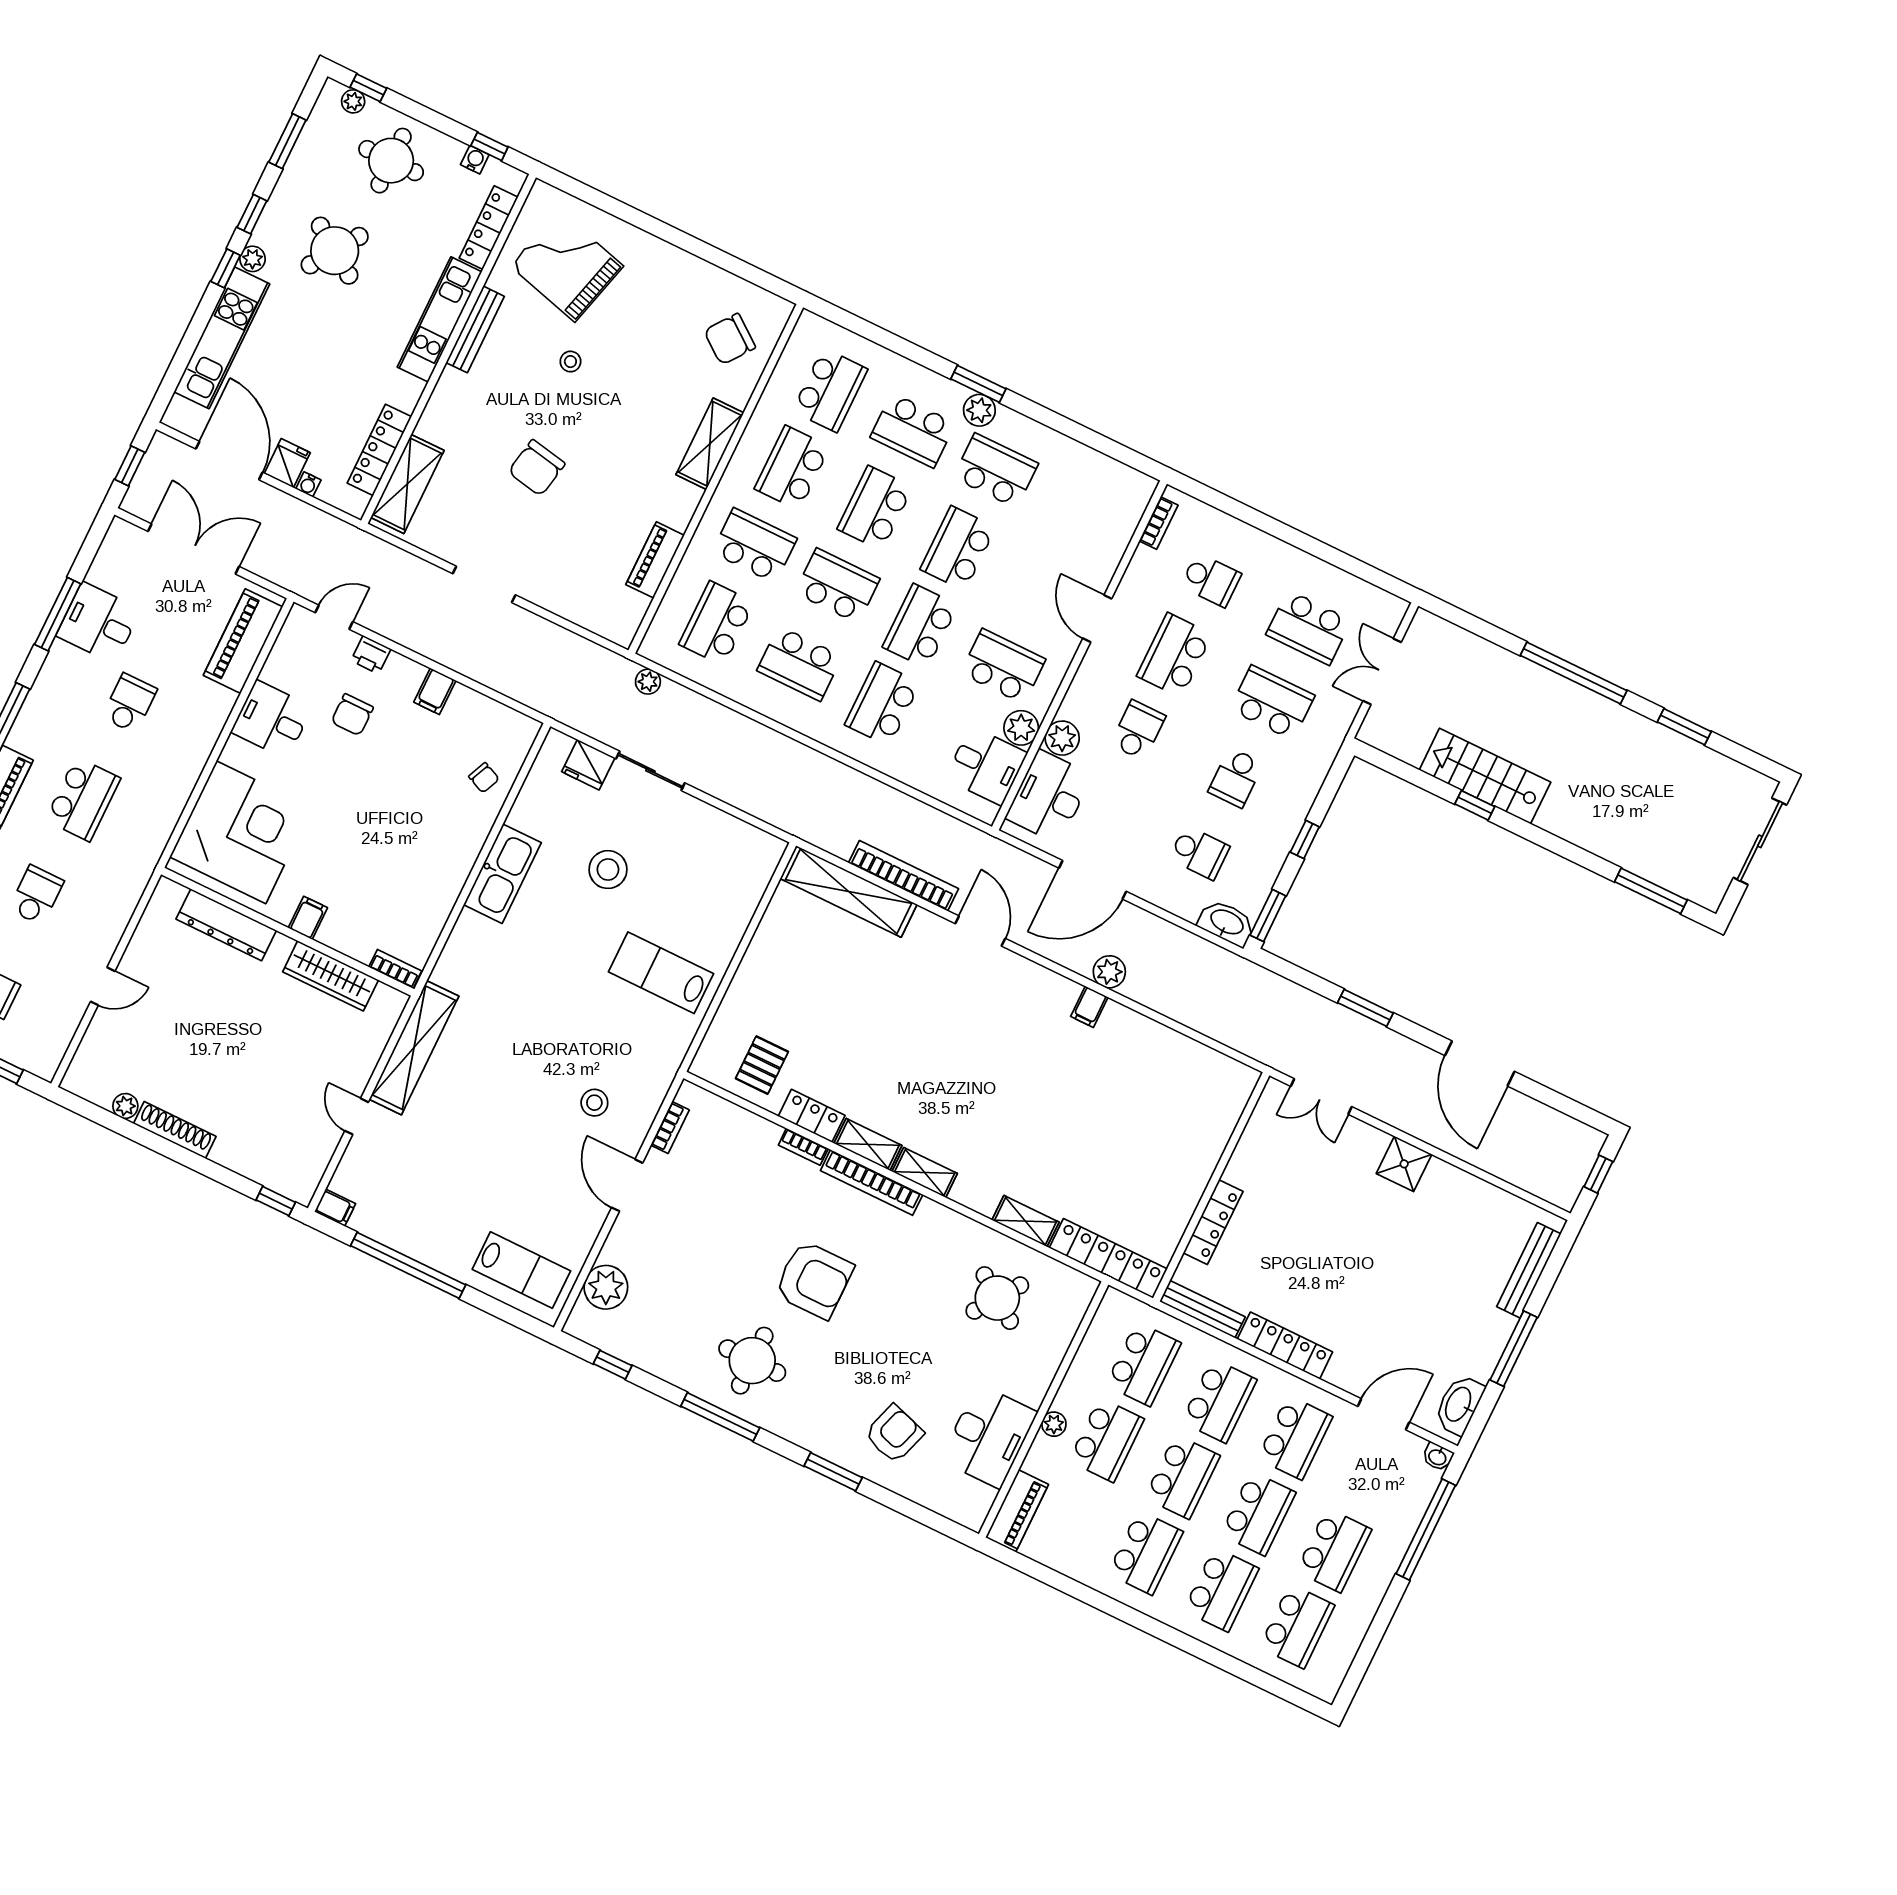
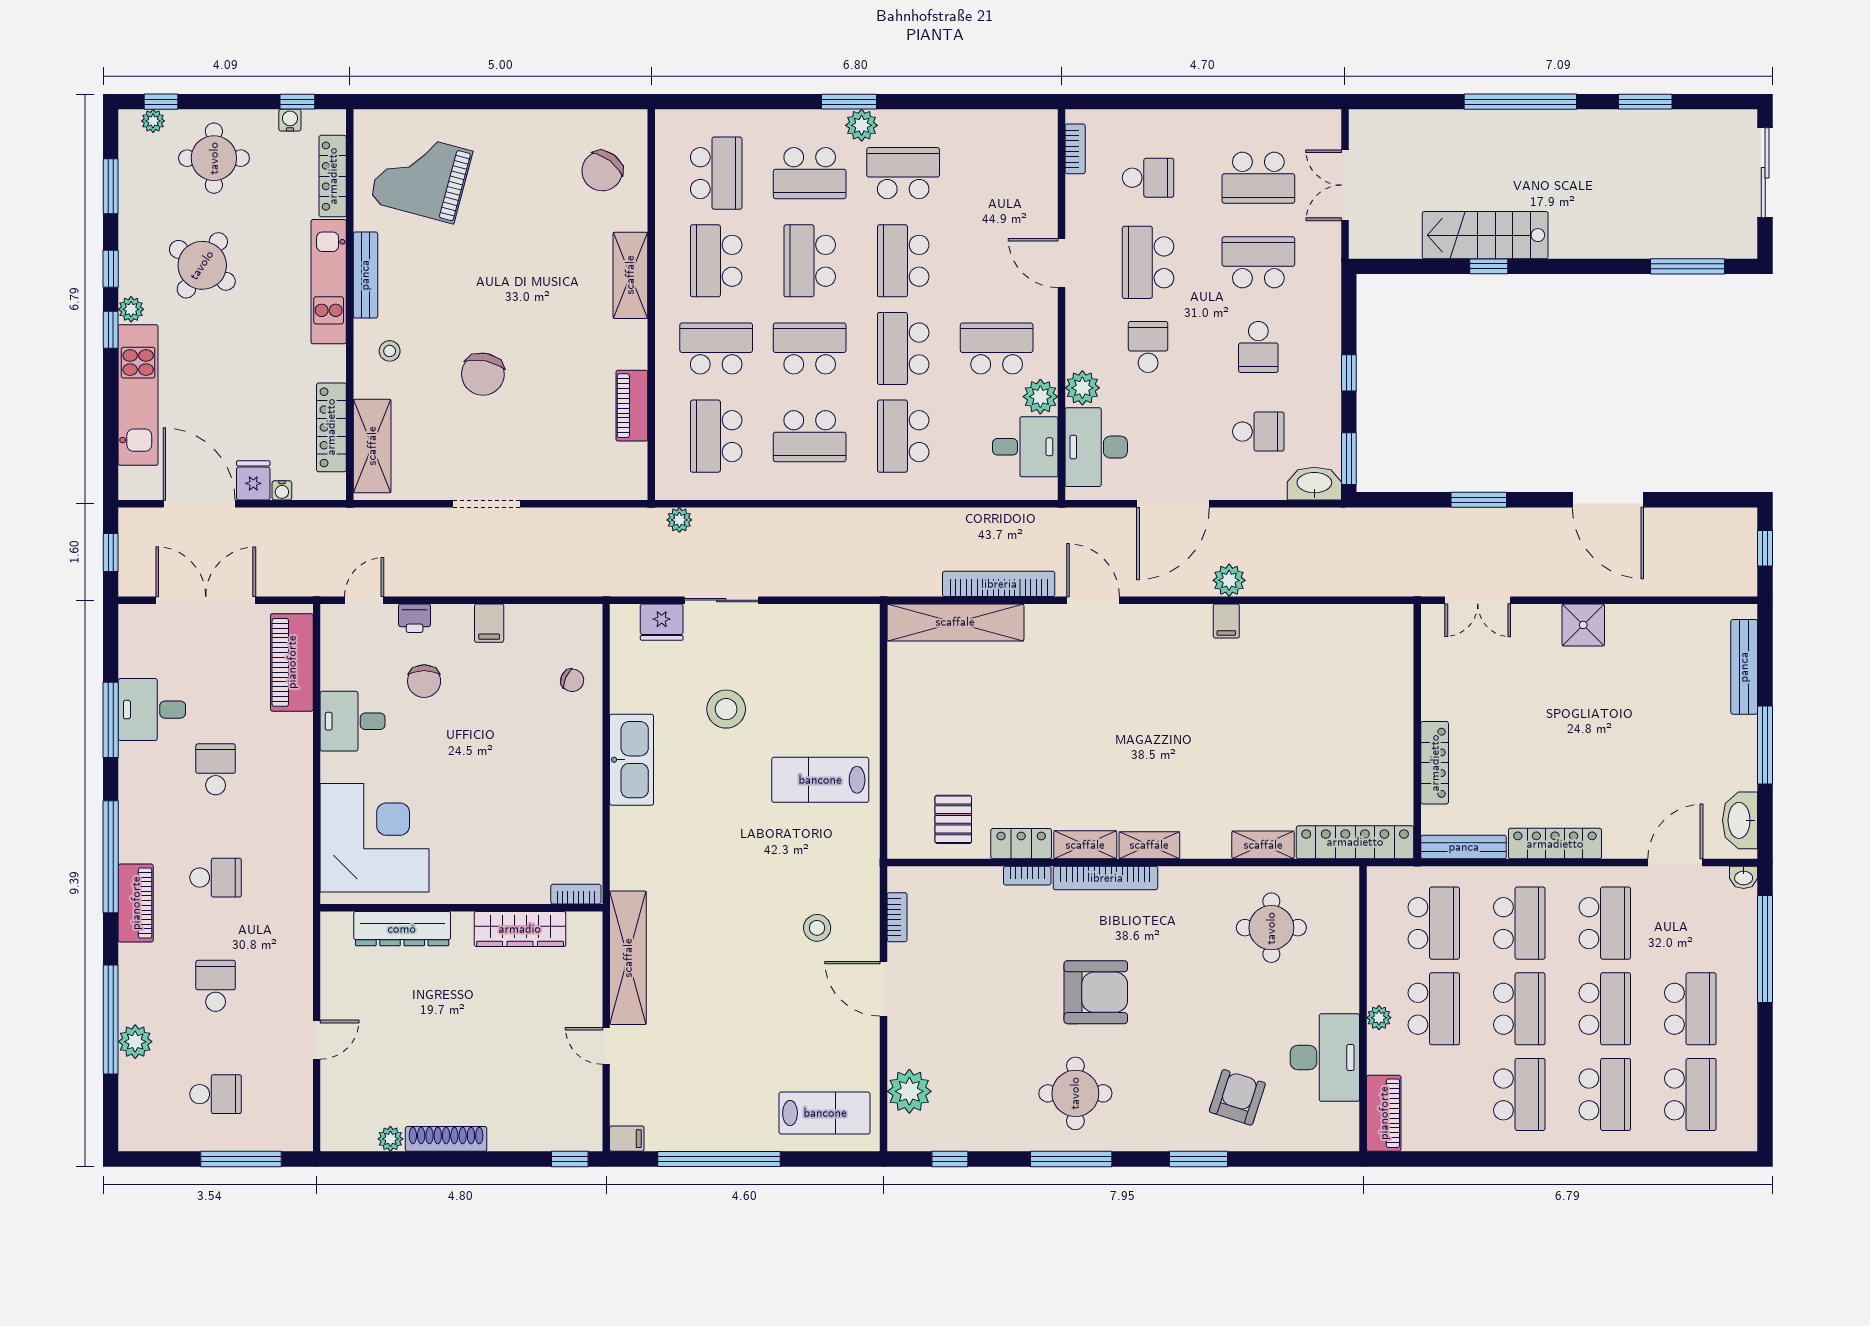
stool: (570, 362) -> (390, 351), moved
school desk: (83, 799) -> (216, 878), width x0.54
filing cabinet: (308, 918) -> (474, 886), removed
round table: (997, 1298) -> (1271, 928), turned -35

